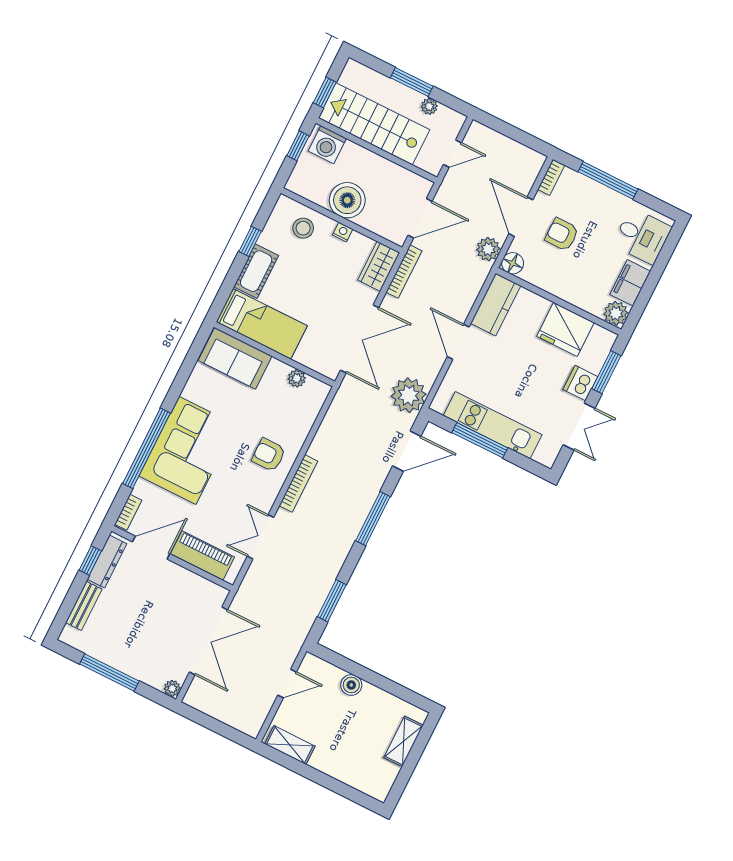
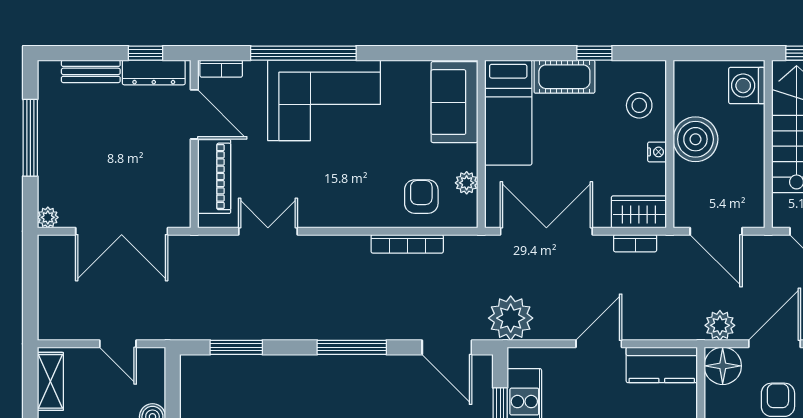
window: (298, 146) -> (729, 53), removed
floor lamp: (513, 263) -> (723, 366), width x1.38, depth x1.38
bookcase: (404, 272) -> (635, 243), width x0.64
double door: (360, 339) -> (546, 231), swing flipped
armchair: (269, 455) -> (421, 197), moved
bookcase: (298, 483) -> (407, 244), moved

